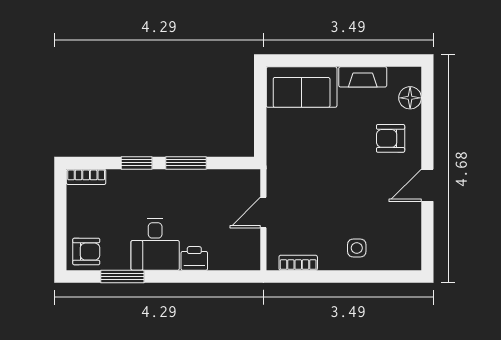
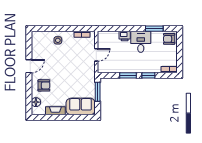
window: (260, 123) -> (98, 92), added

